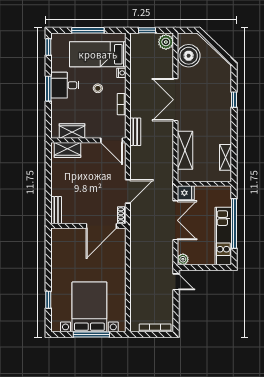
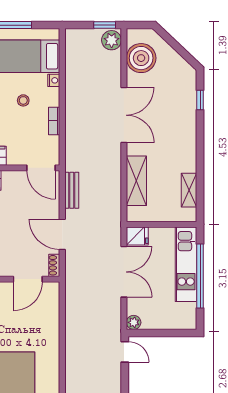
window: (147, 30) -> (105, 25), moved
double door: (175, 100) -> (124, 115), swing flipped
window: (234, 100) -> (200, 100), moved
bench: (135, 132) -> (72, 190), moved
door: (128, 191) -> (62, 234), swing flipped
door: (101, 226) -> (28, 279), width x0.73
kitchen unit: (223, 236) -> (186, 264), moved

